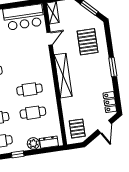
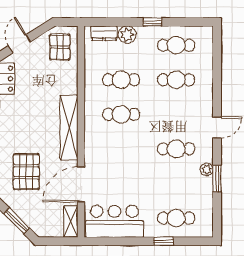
door: (50, 39) -> (81, 184), width x1.87

